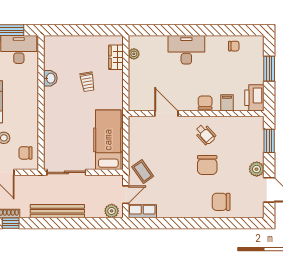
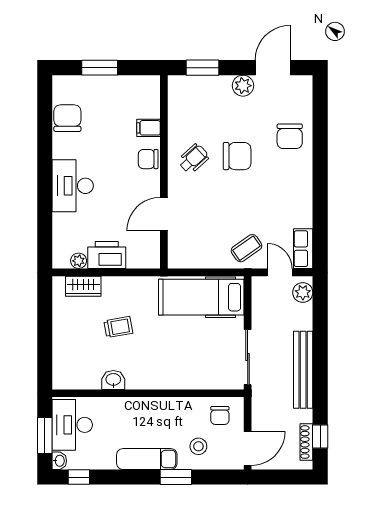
chair: (234, 46) -> (67, 118), width x1.87, depth x1.87
printer: (254, 98) -> (107, 255), moved, turned 180

